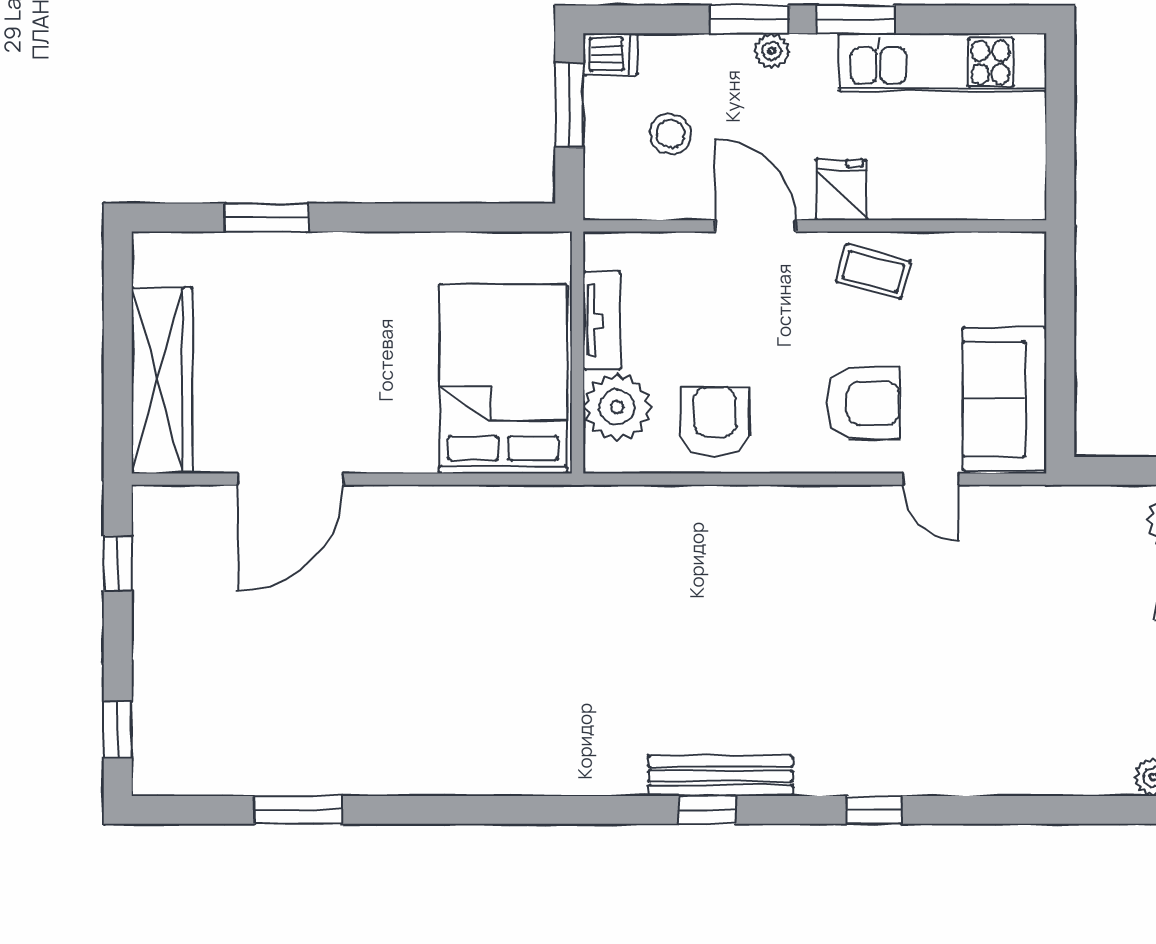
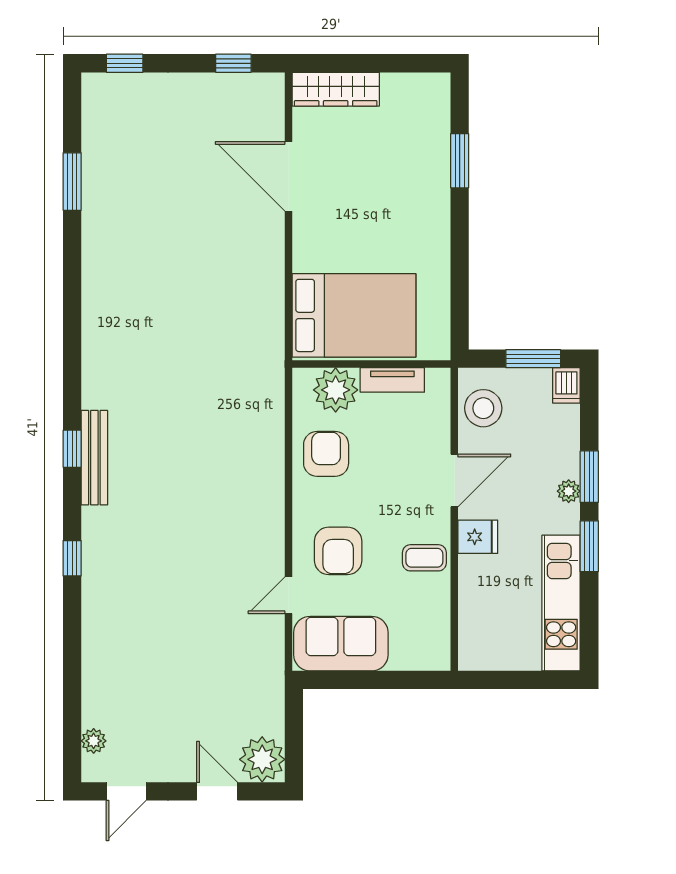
stool: (671, 134) -> (483, 408), moved, width x1.38, depth x1.38
coffee table: (874, 271) -> (424, 558), turned 75
wardrobe: (162, 380) -> (336, 89), width x0.71, depth x0.85
armchair: (715, 422) -> (326, 454), turned -90

